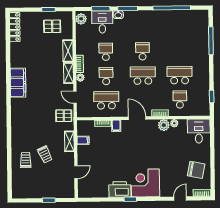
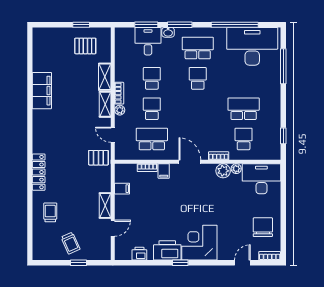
plant: (81, 19) -> (122, 37), removed
desk: (186, 25) -> (252, 46), added
locker: (15, 27) -> (39, 172), moved
school desk: (143, 76) -> (198, 48), moved
filing cabinet: (18, 83) -> (42, 91), moved
desk: (199, 131) -> (261, 179), width x1.37
shelving: (69, 141) -> (105, 206), moved
trolley: (45, 154) -> (71, 243), moved
chair: (196, 170) -> (263, 227), turned -101
printer: (97, 192) -> (139, 254), added

